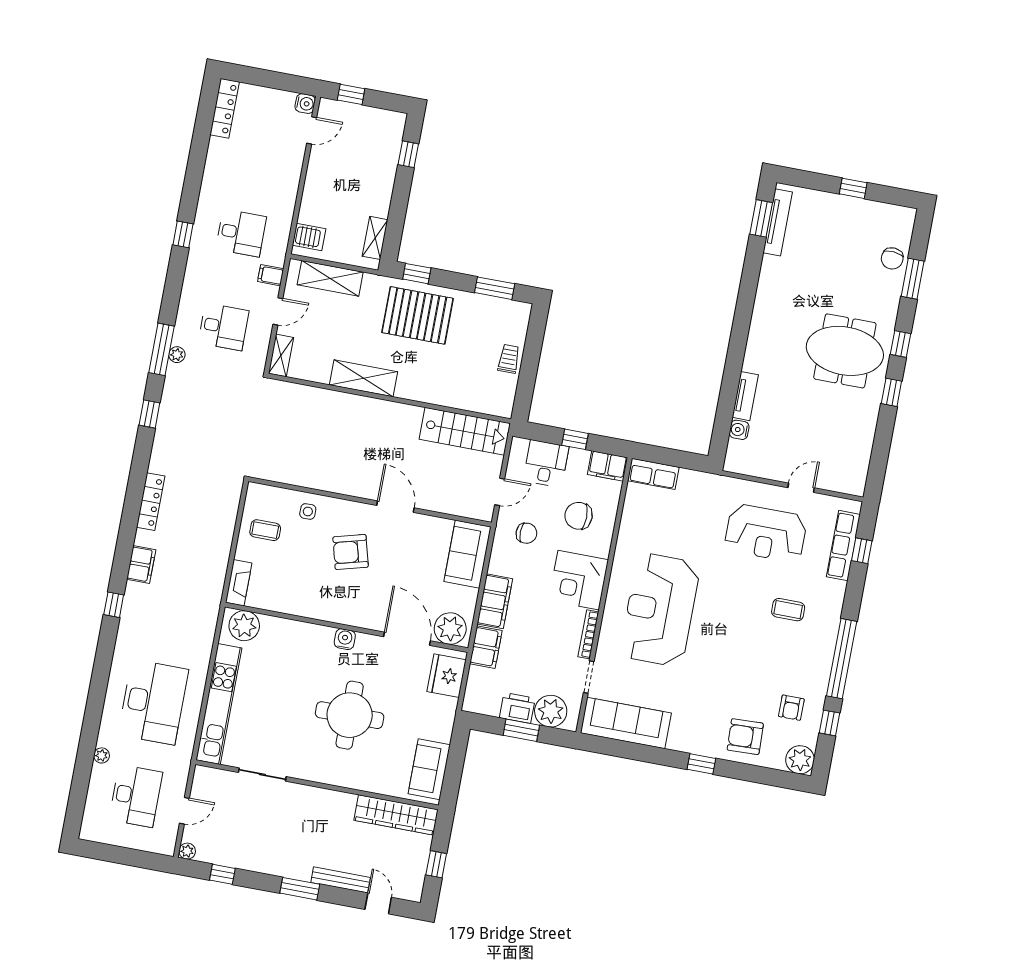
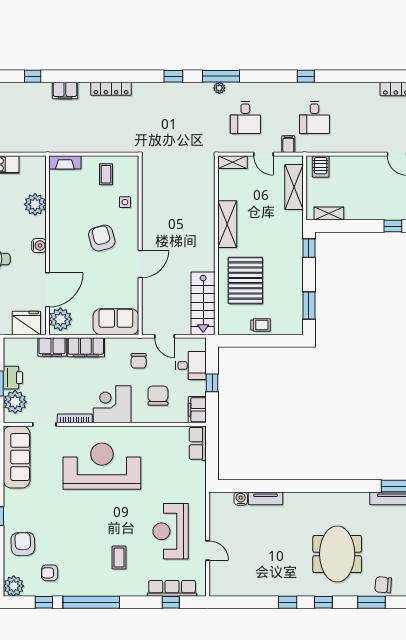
pallet: (418, 315) -> (245, 281), moved
meeting table: (845, 351) -> (337, 554), moved
plant: (244, 626) -> (35, 204), moved

